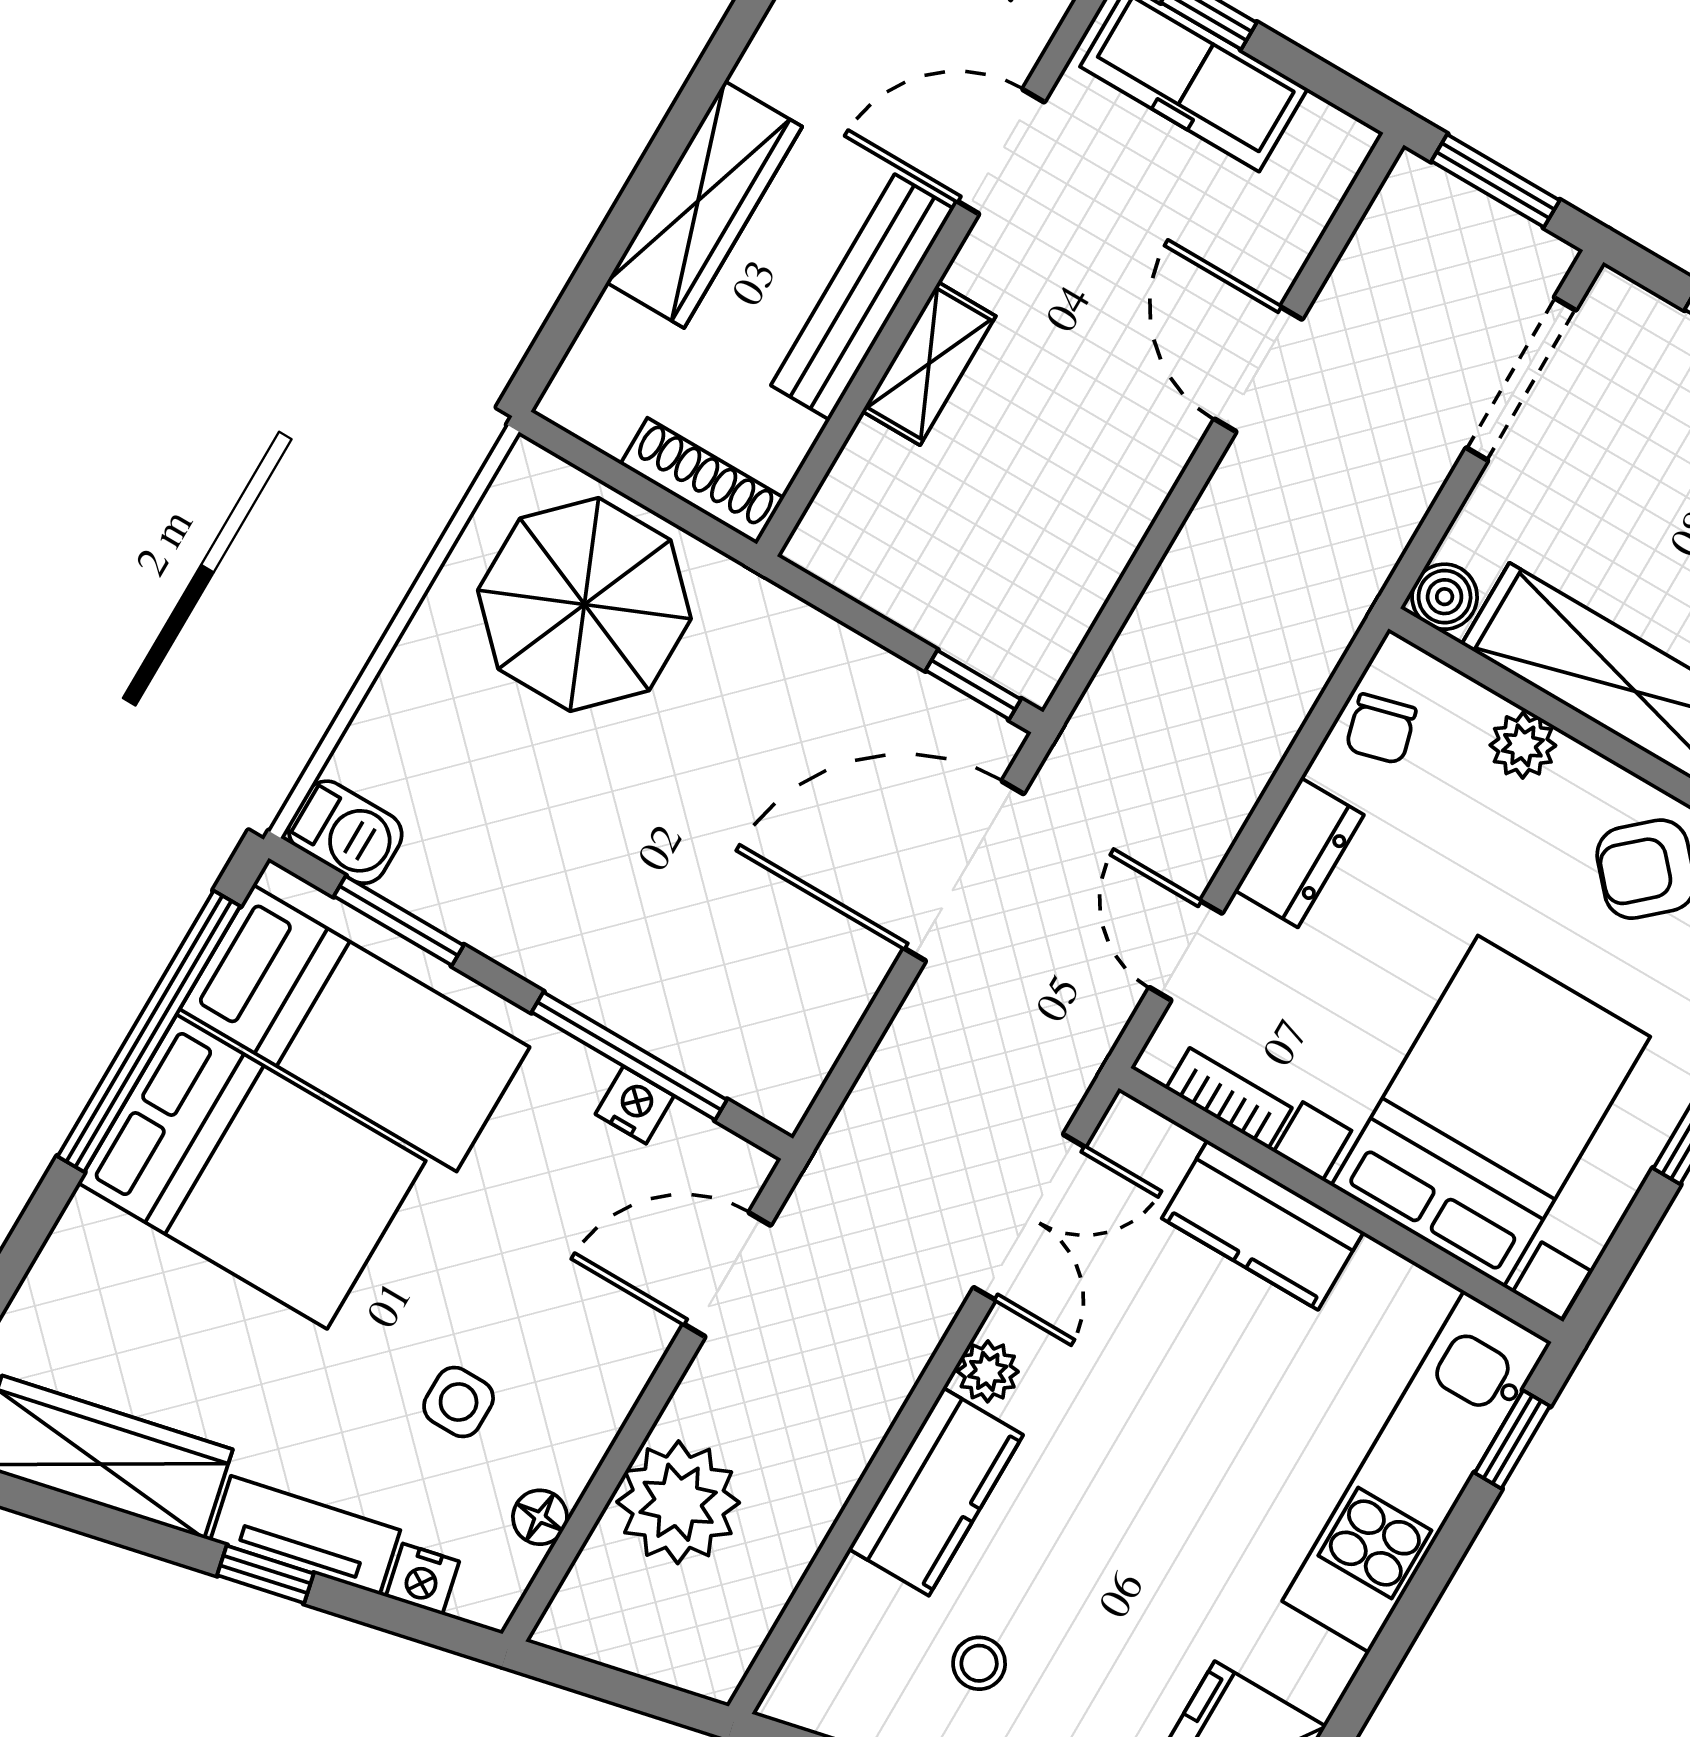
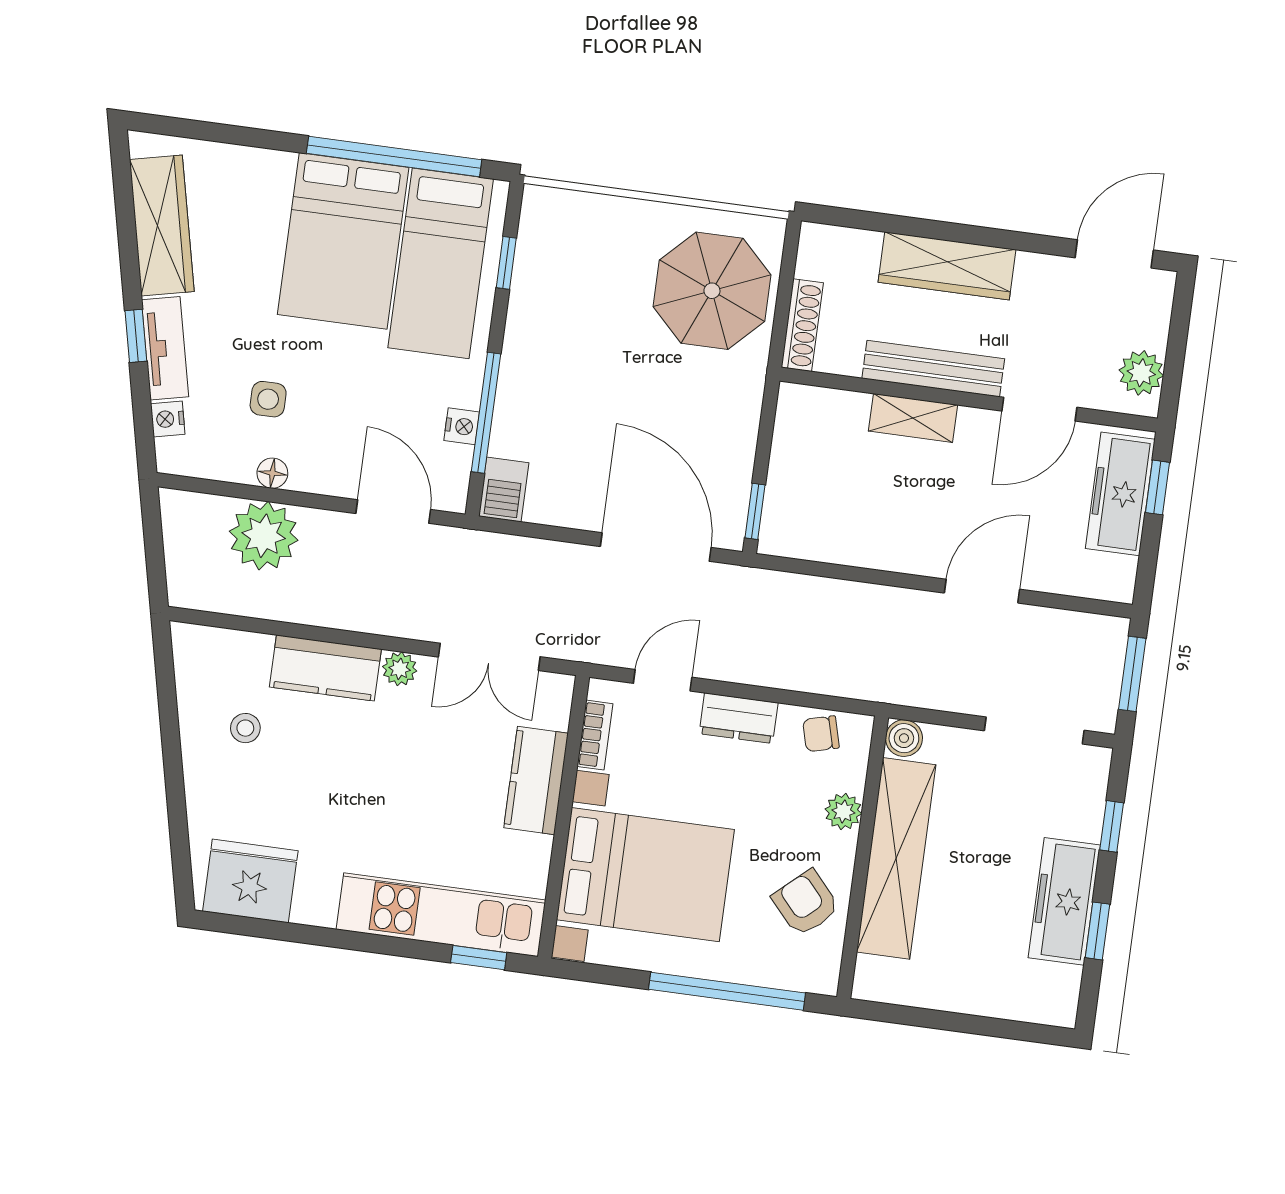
door: (1001, 152) -> (1039, 409), swing flipped
barbecue: (345, 832) -> (504, 490), moved
window: (399, 921) -> (506, 263), width x0.67
floor lamp: (540, 1517) -> (272, 473), moved

